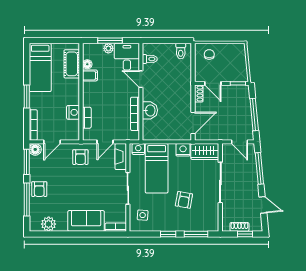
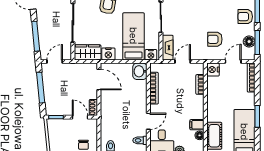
door: (141, 79) -> (148, 121), hinge flipped
window: (27, 97) -> (257, 116), moved
washbasin: (150, 110) -> (140, 71), moved
nightstand: (73, 112) -> (213, 70), moved
door: (193, 123) -> (99, 80), swing flipped
door: (239, 142) -> (55, 61), hinge flipped
floor lamp: (35, 149) -> (249, 42), moved
armchair: (80, 157) -> (215, 39), moved, turned -90
armchair: (39, 189) -> (245, 17), turned -90

